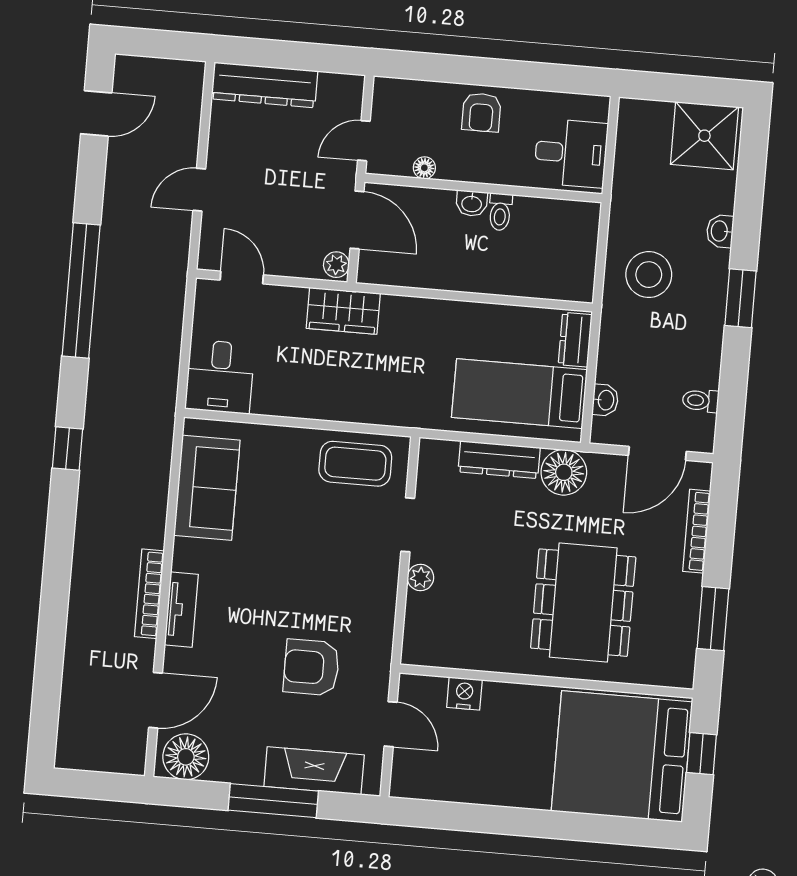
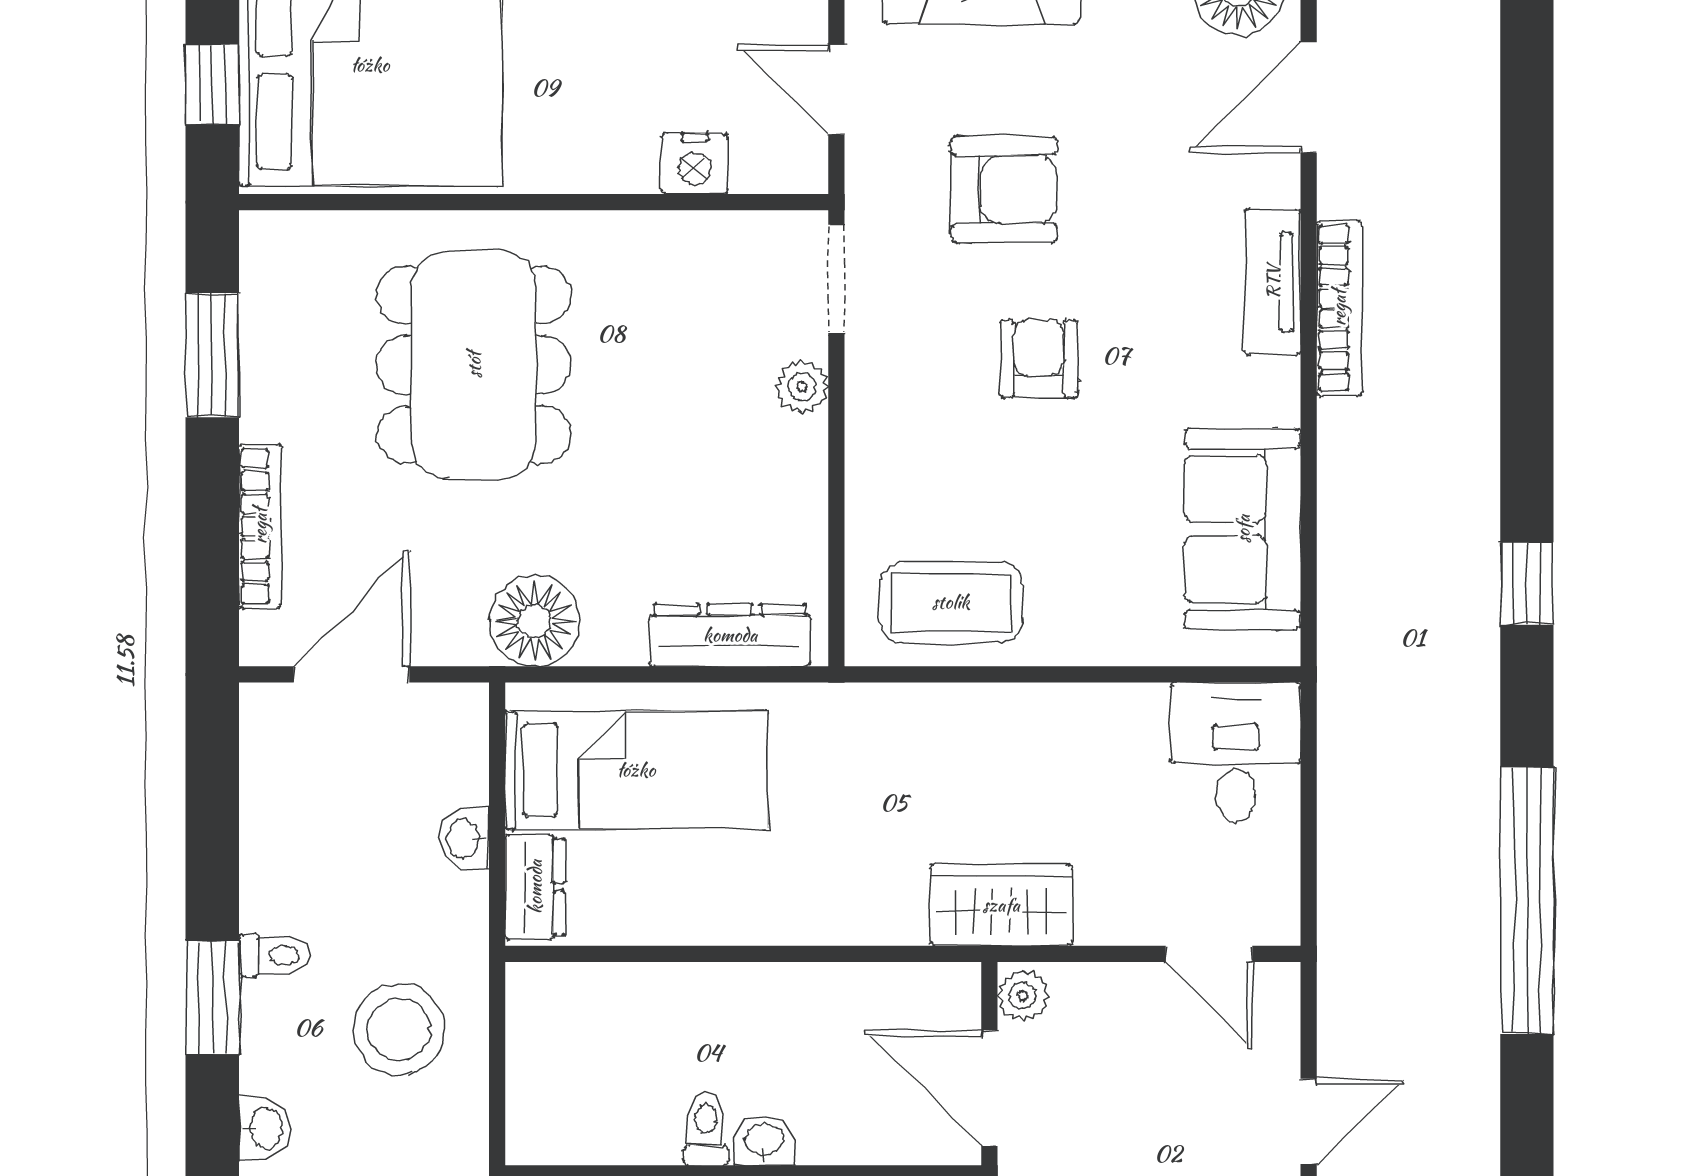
washbasin: (605, 400) -> (464, 839), moved
toilet: (701, 401) -> (274, 956), moved
dresser: (499, 460) -> (730, 635), moved
doorway: (408, 525) -> (836, 279), moved
armchair: (301, 581) -> (1039, 359), added

